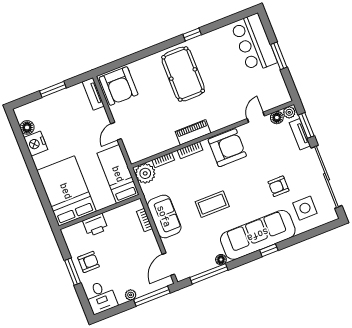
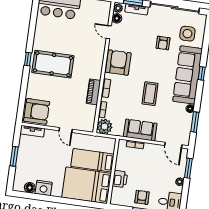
window: (192, 35) -> (28, 59), moved
piano: (193, 132) -> (93, 92), moved
bed: (118, 174) -> (92, 160), moved
window: (209, 274) -> (195, 122), width x0.69
window: (152, 296) -> (188, 168), width x0.69

